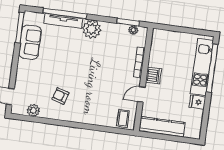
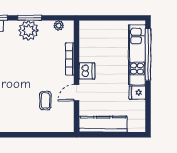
window: (128, 22) -> (30, 18), moved
plant: (92, 29) -> (28, 30), moved
coffee table: (123, 118) -> (45, 101), moved

